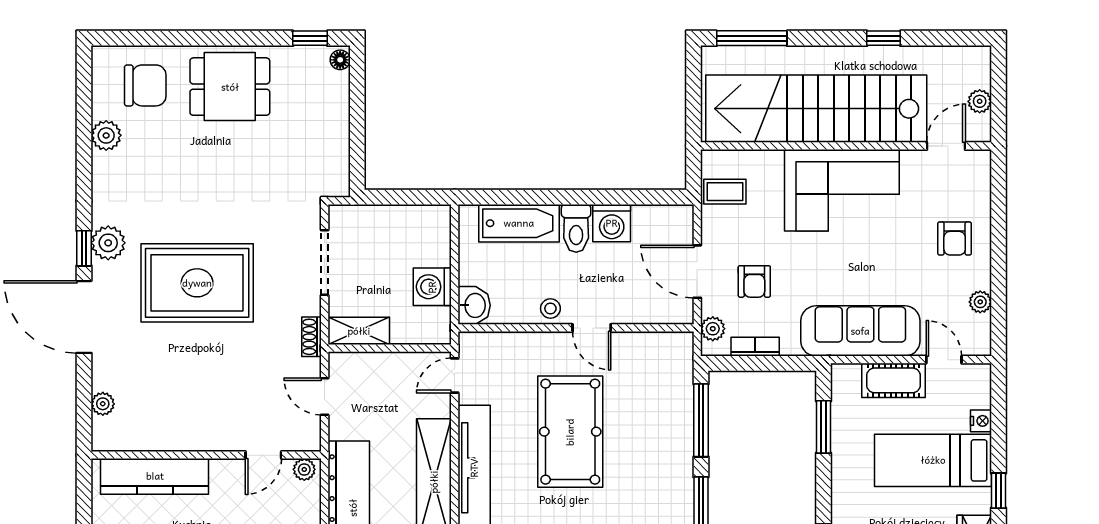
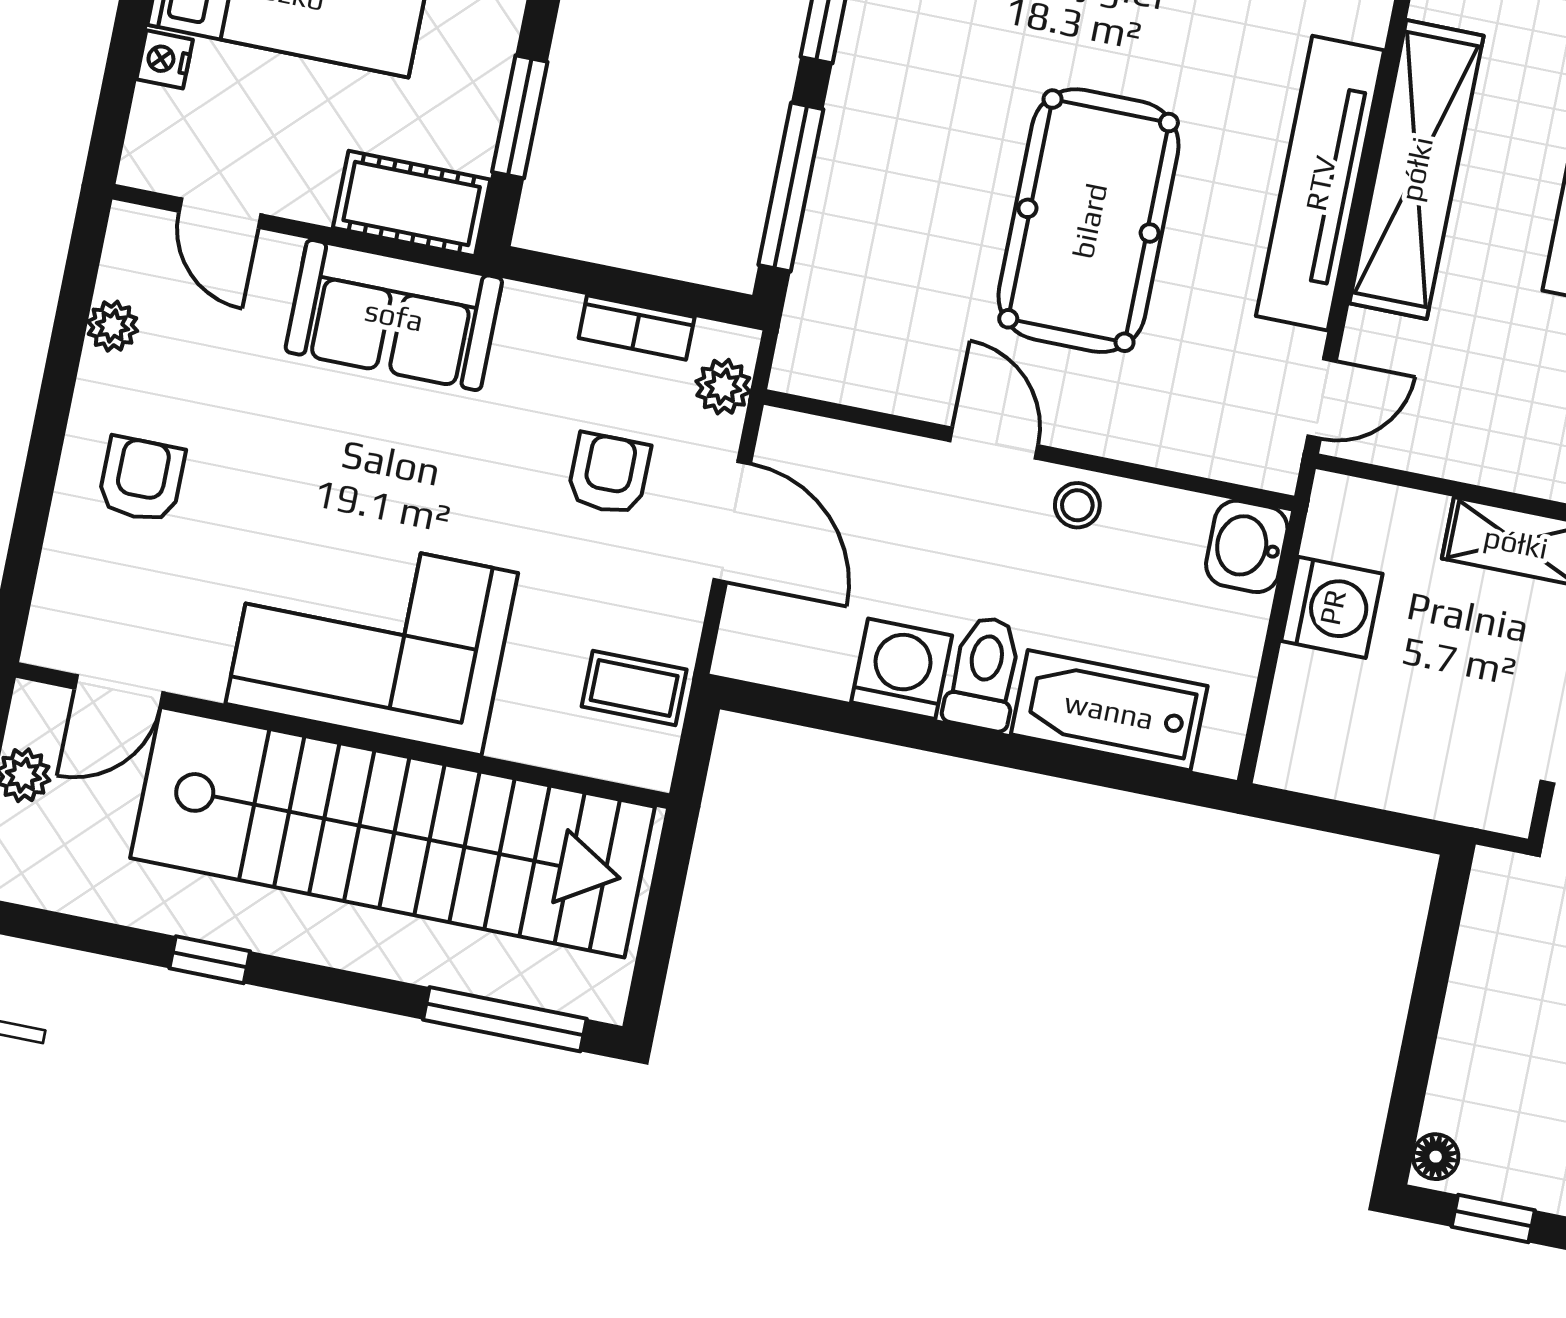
sofa: (860, 331) -> (394, 315), width x0.73
cot: (893, 380) -> (412, 204), moved

